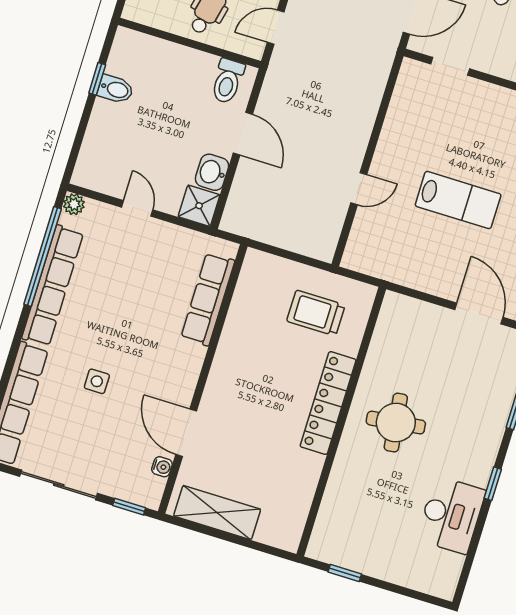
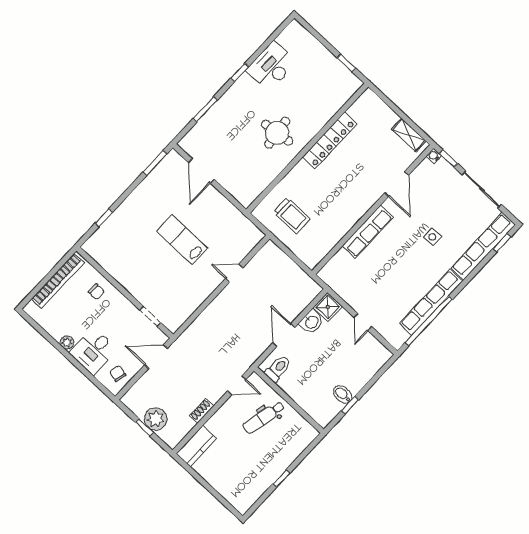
plant: (74, 204) -> (397, 342), removed
row of seats: (208, 299) -> (368, 232), moved
locker: (328, 403) -> (330, 140), moved
water cooler: (162, 467) -> (434, 156), moved
shelving: (217, 513) -> (409, 135), width x0.67, depth x0.75

